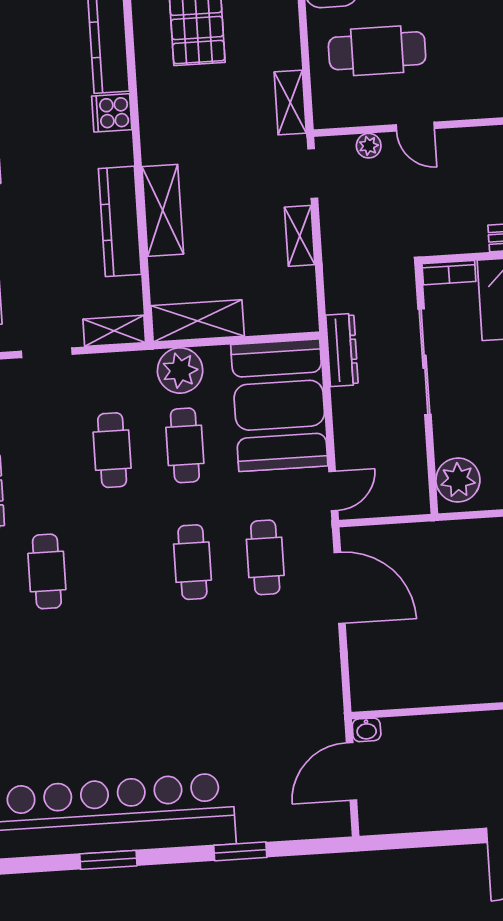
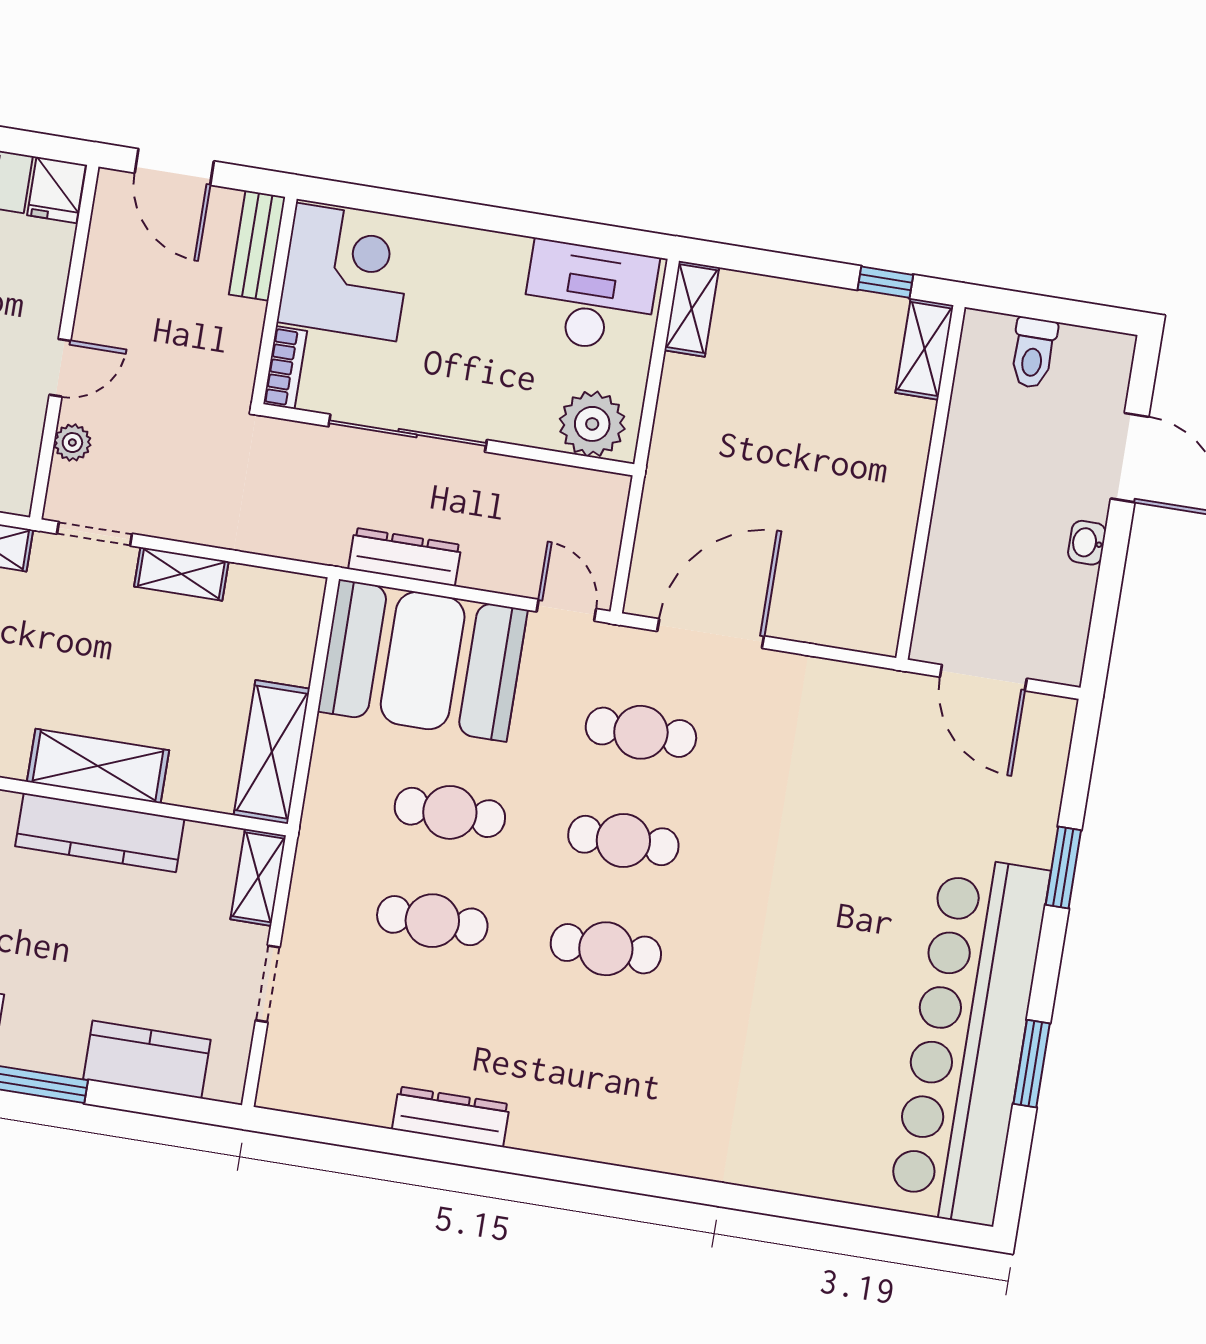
dresser: (342, 350) -> (405, 557), moved
plant: (180, 370) -> (338, 794), removed
cafe table: (47, 571) -> (606, 949), moved
washbasin: (367, 730) -> (1087, 543), moved, turned 180

